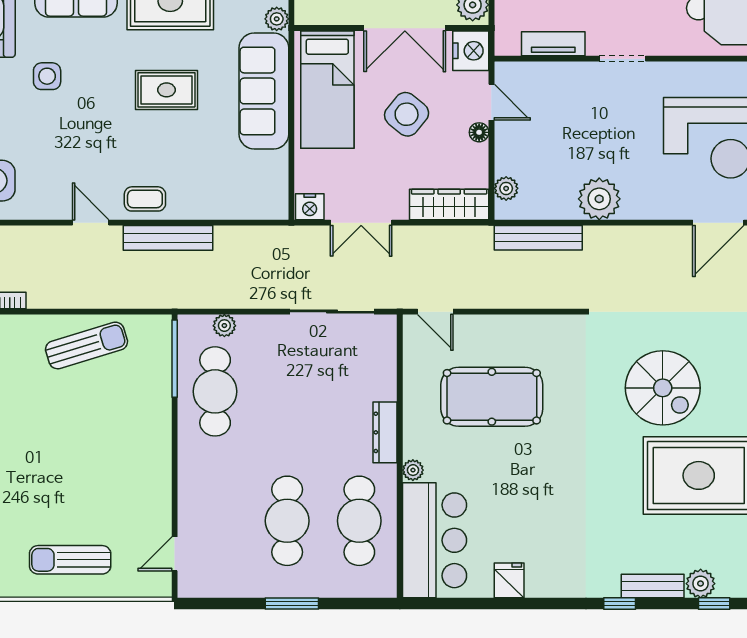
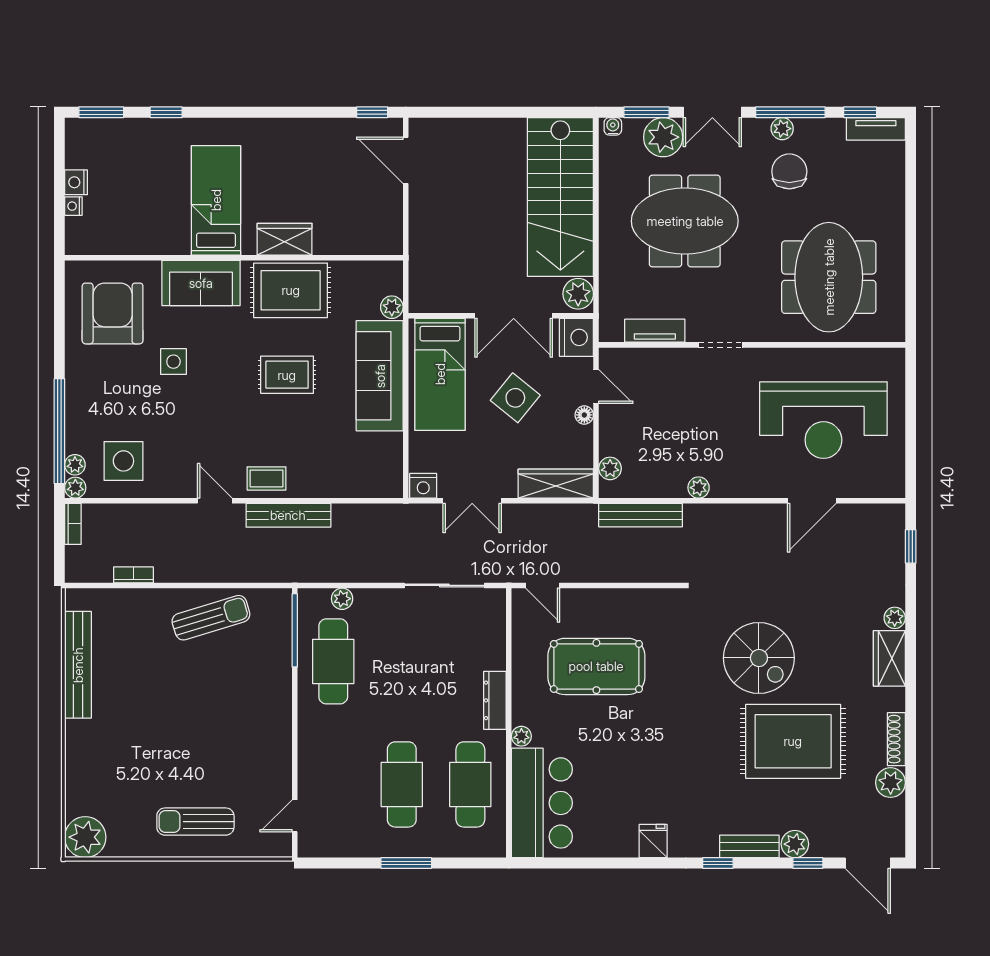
plant: (599, 199) -> (699, 488), width x0.53, depth x0.53
fridge: (509, 580) -> (653, 841), moved

